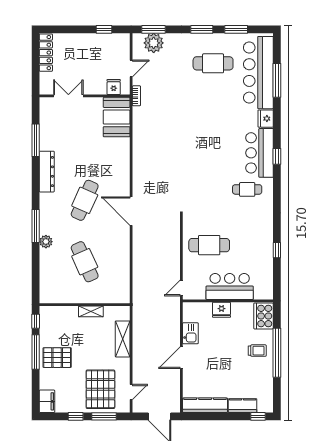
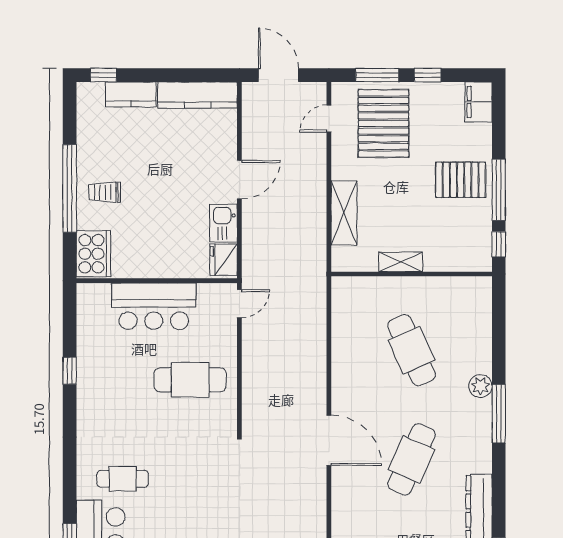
fridge: (221, 310) -> (224, 260), moved, turned -90

